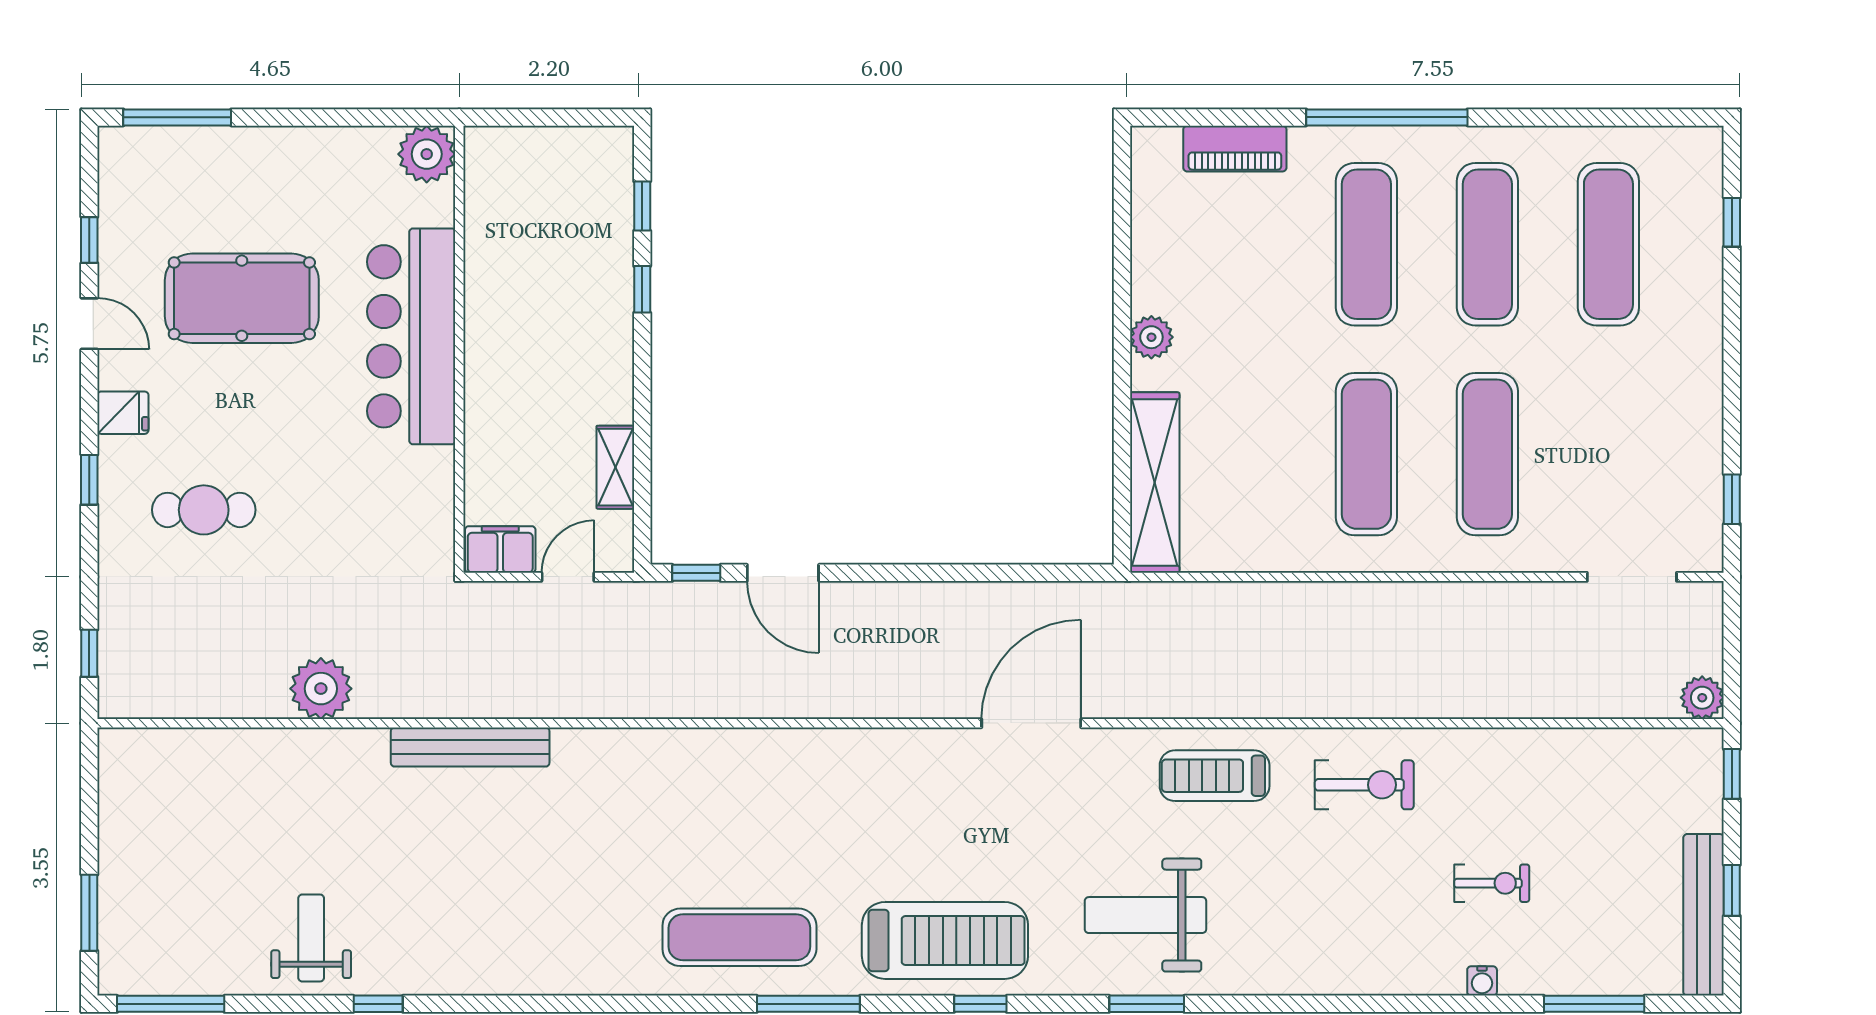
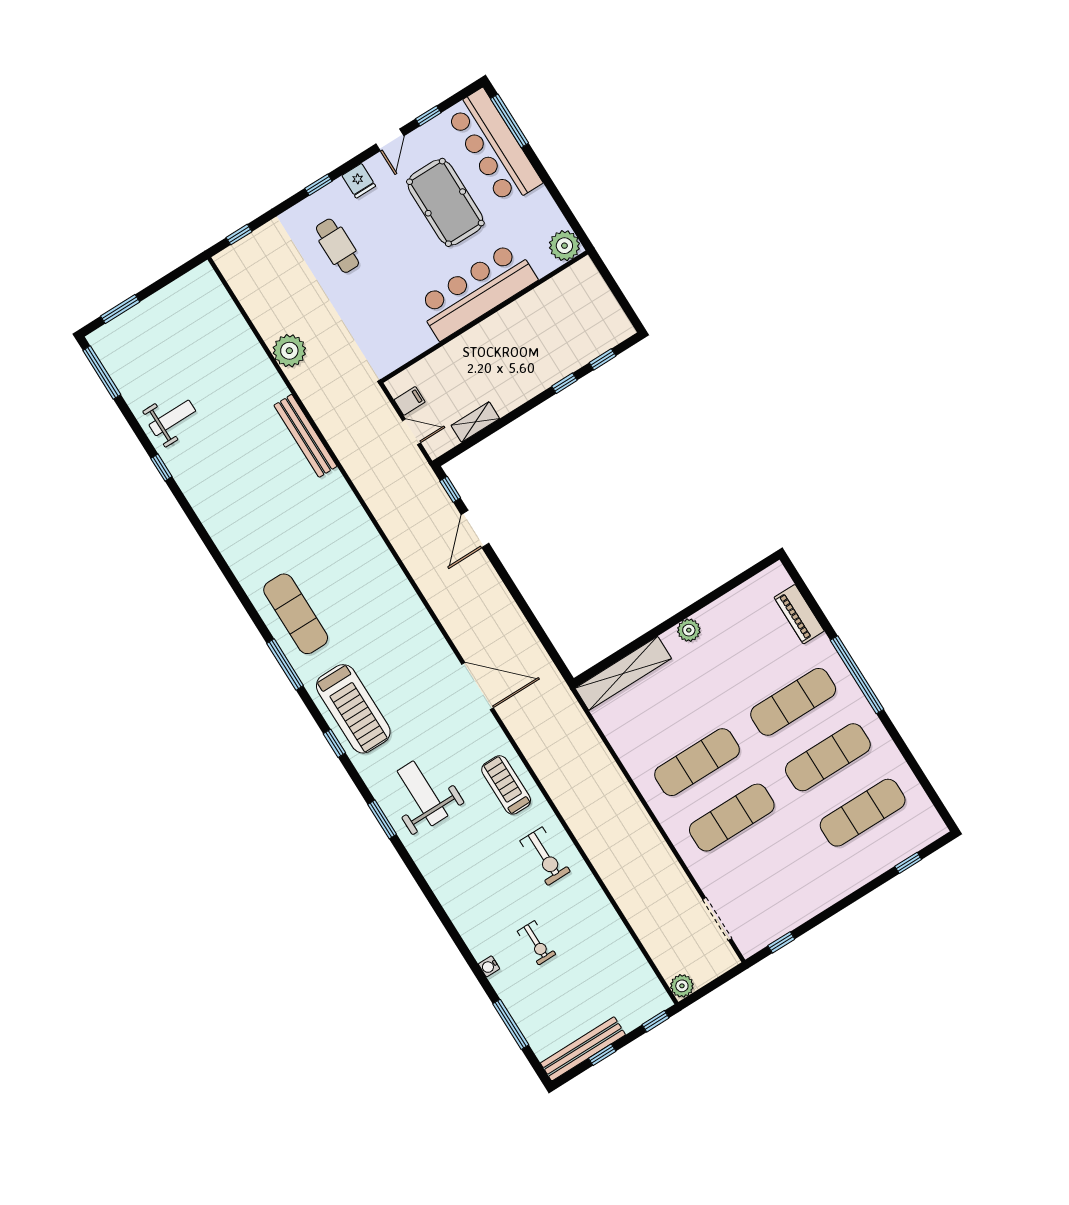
bar counter: (203, 168) -> (494, 147), added
filing cabinet: (500, 549) -> (410, 401), width x0.50

